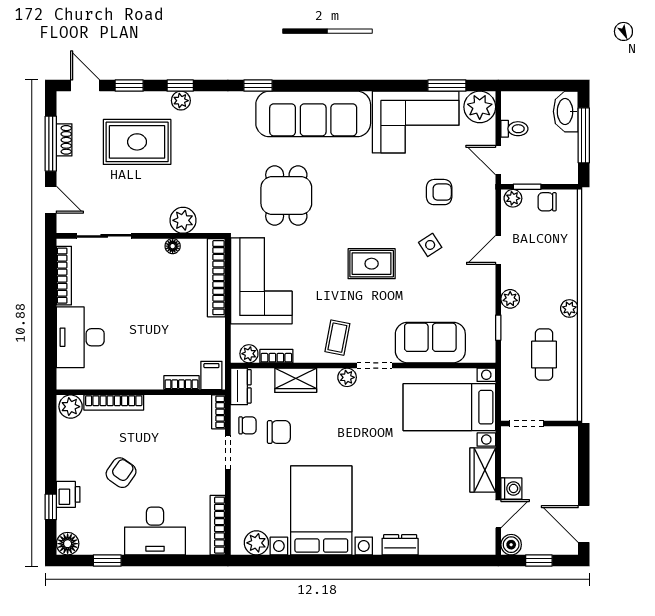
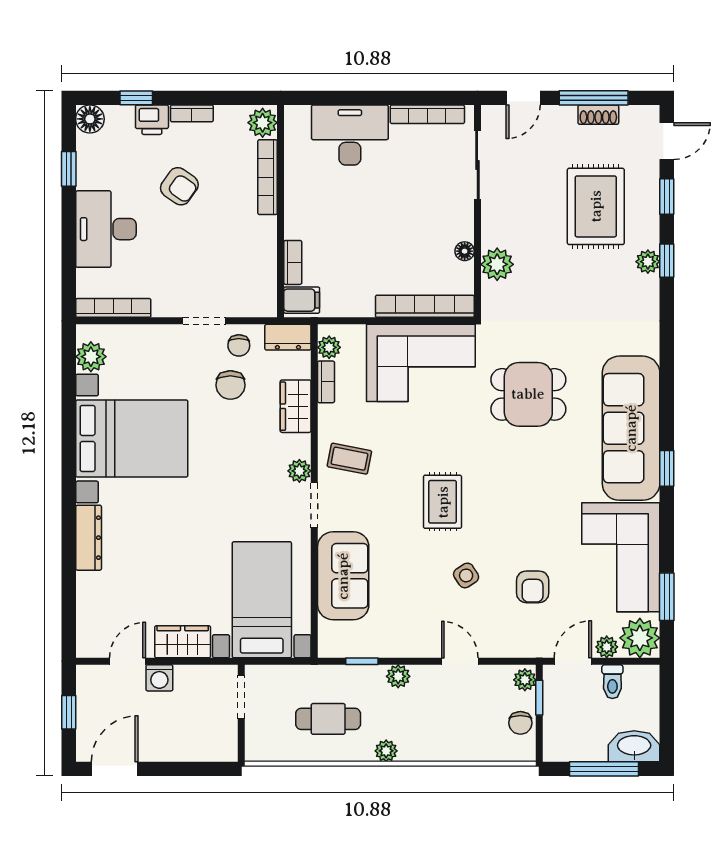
window: (258, 86) -> (667, 468), moved
plant: (487, 133) -> (607, 647), added
chair: (547, 202) -> (520, 723), turned 180
bookcase: (218, 412) -> (192, 113), moved, turned 180
door: (498, 514) -> (128, 661), swing flipped
dresser: (400, 545) -> (89, 538), width x1.44
boiler: (511, 545) -> (89, 677), removed

